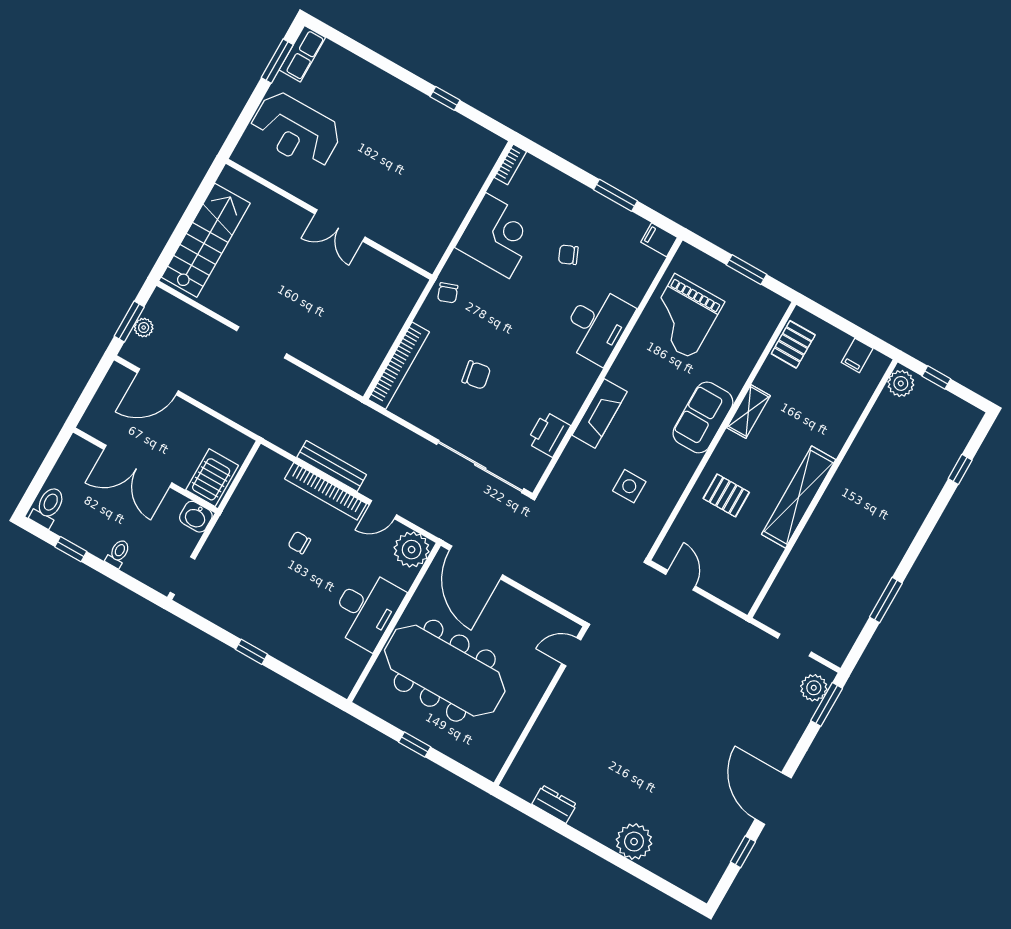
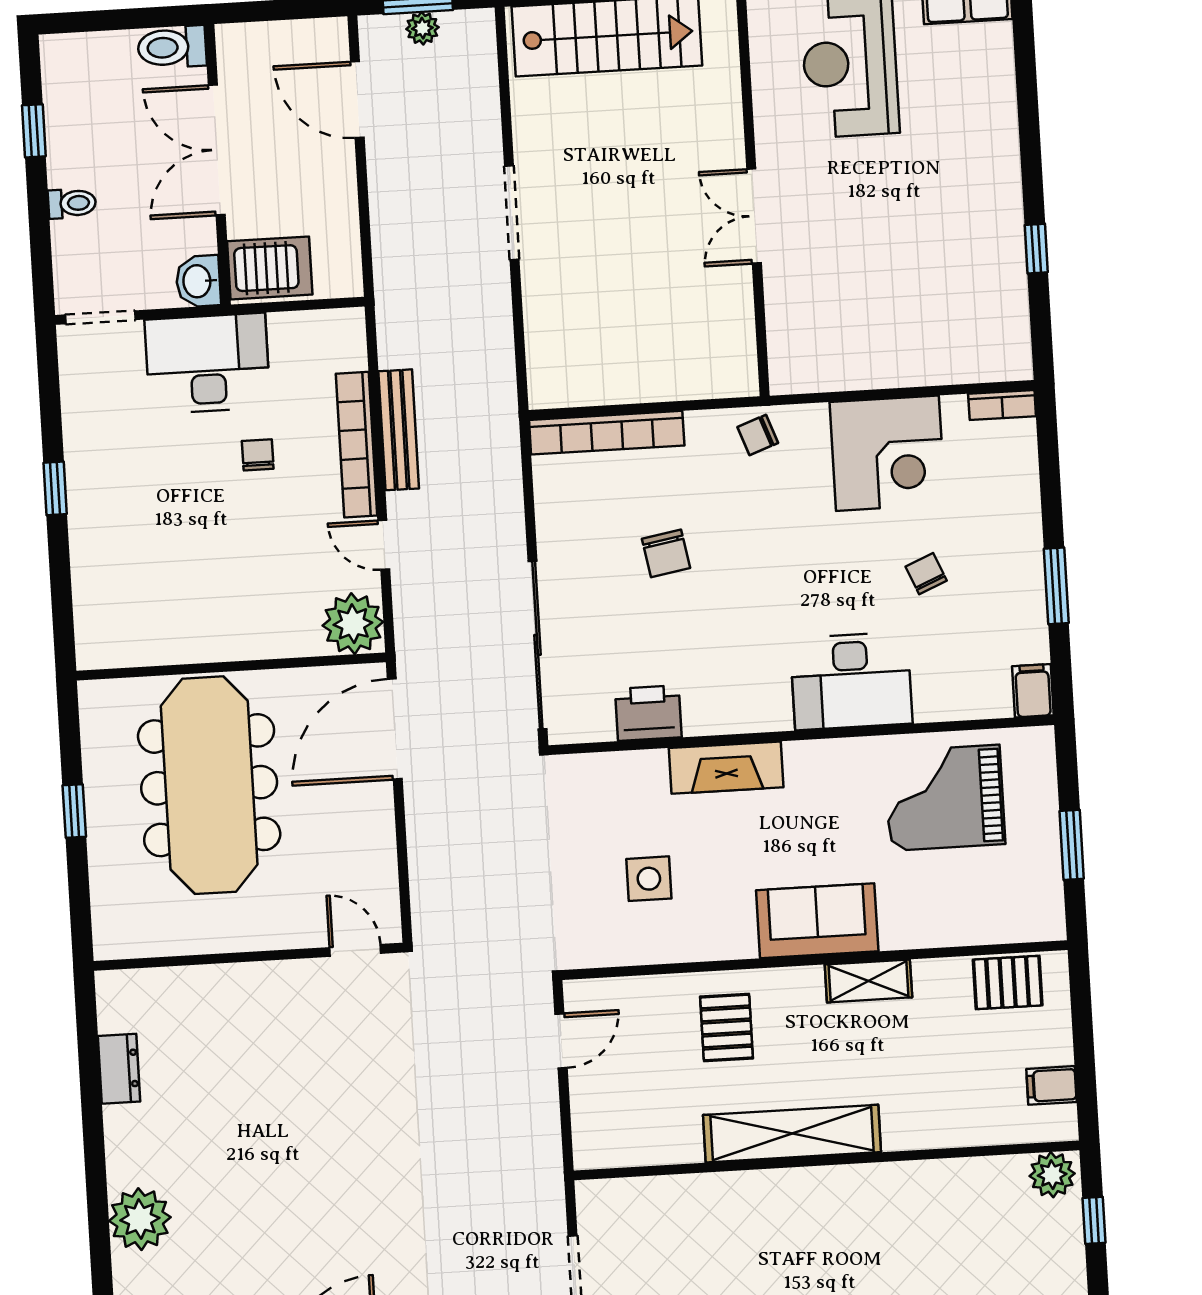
toilet: (48, 507) -> (172, 47), moved, turned 180
desk: (366, 609) -> (207, 363), moved, turned 180

